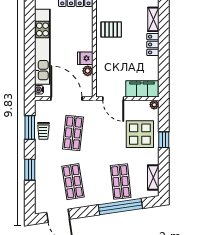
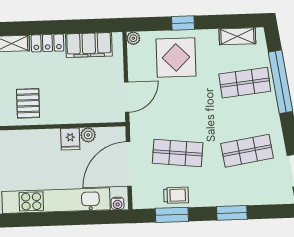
filing cabinet: (142, 89) -> (89, 45), moved, turned -90

